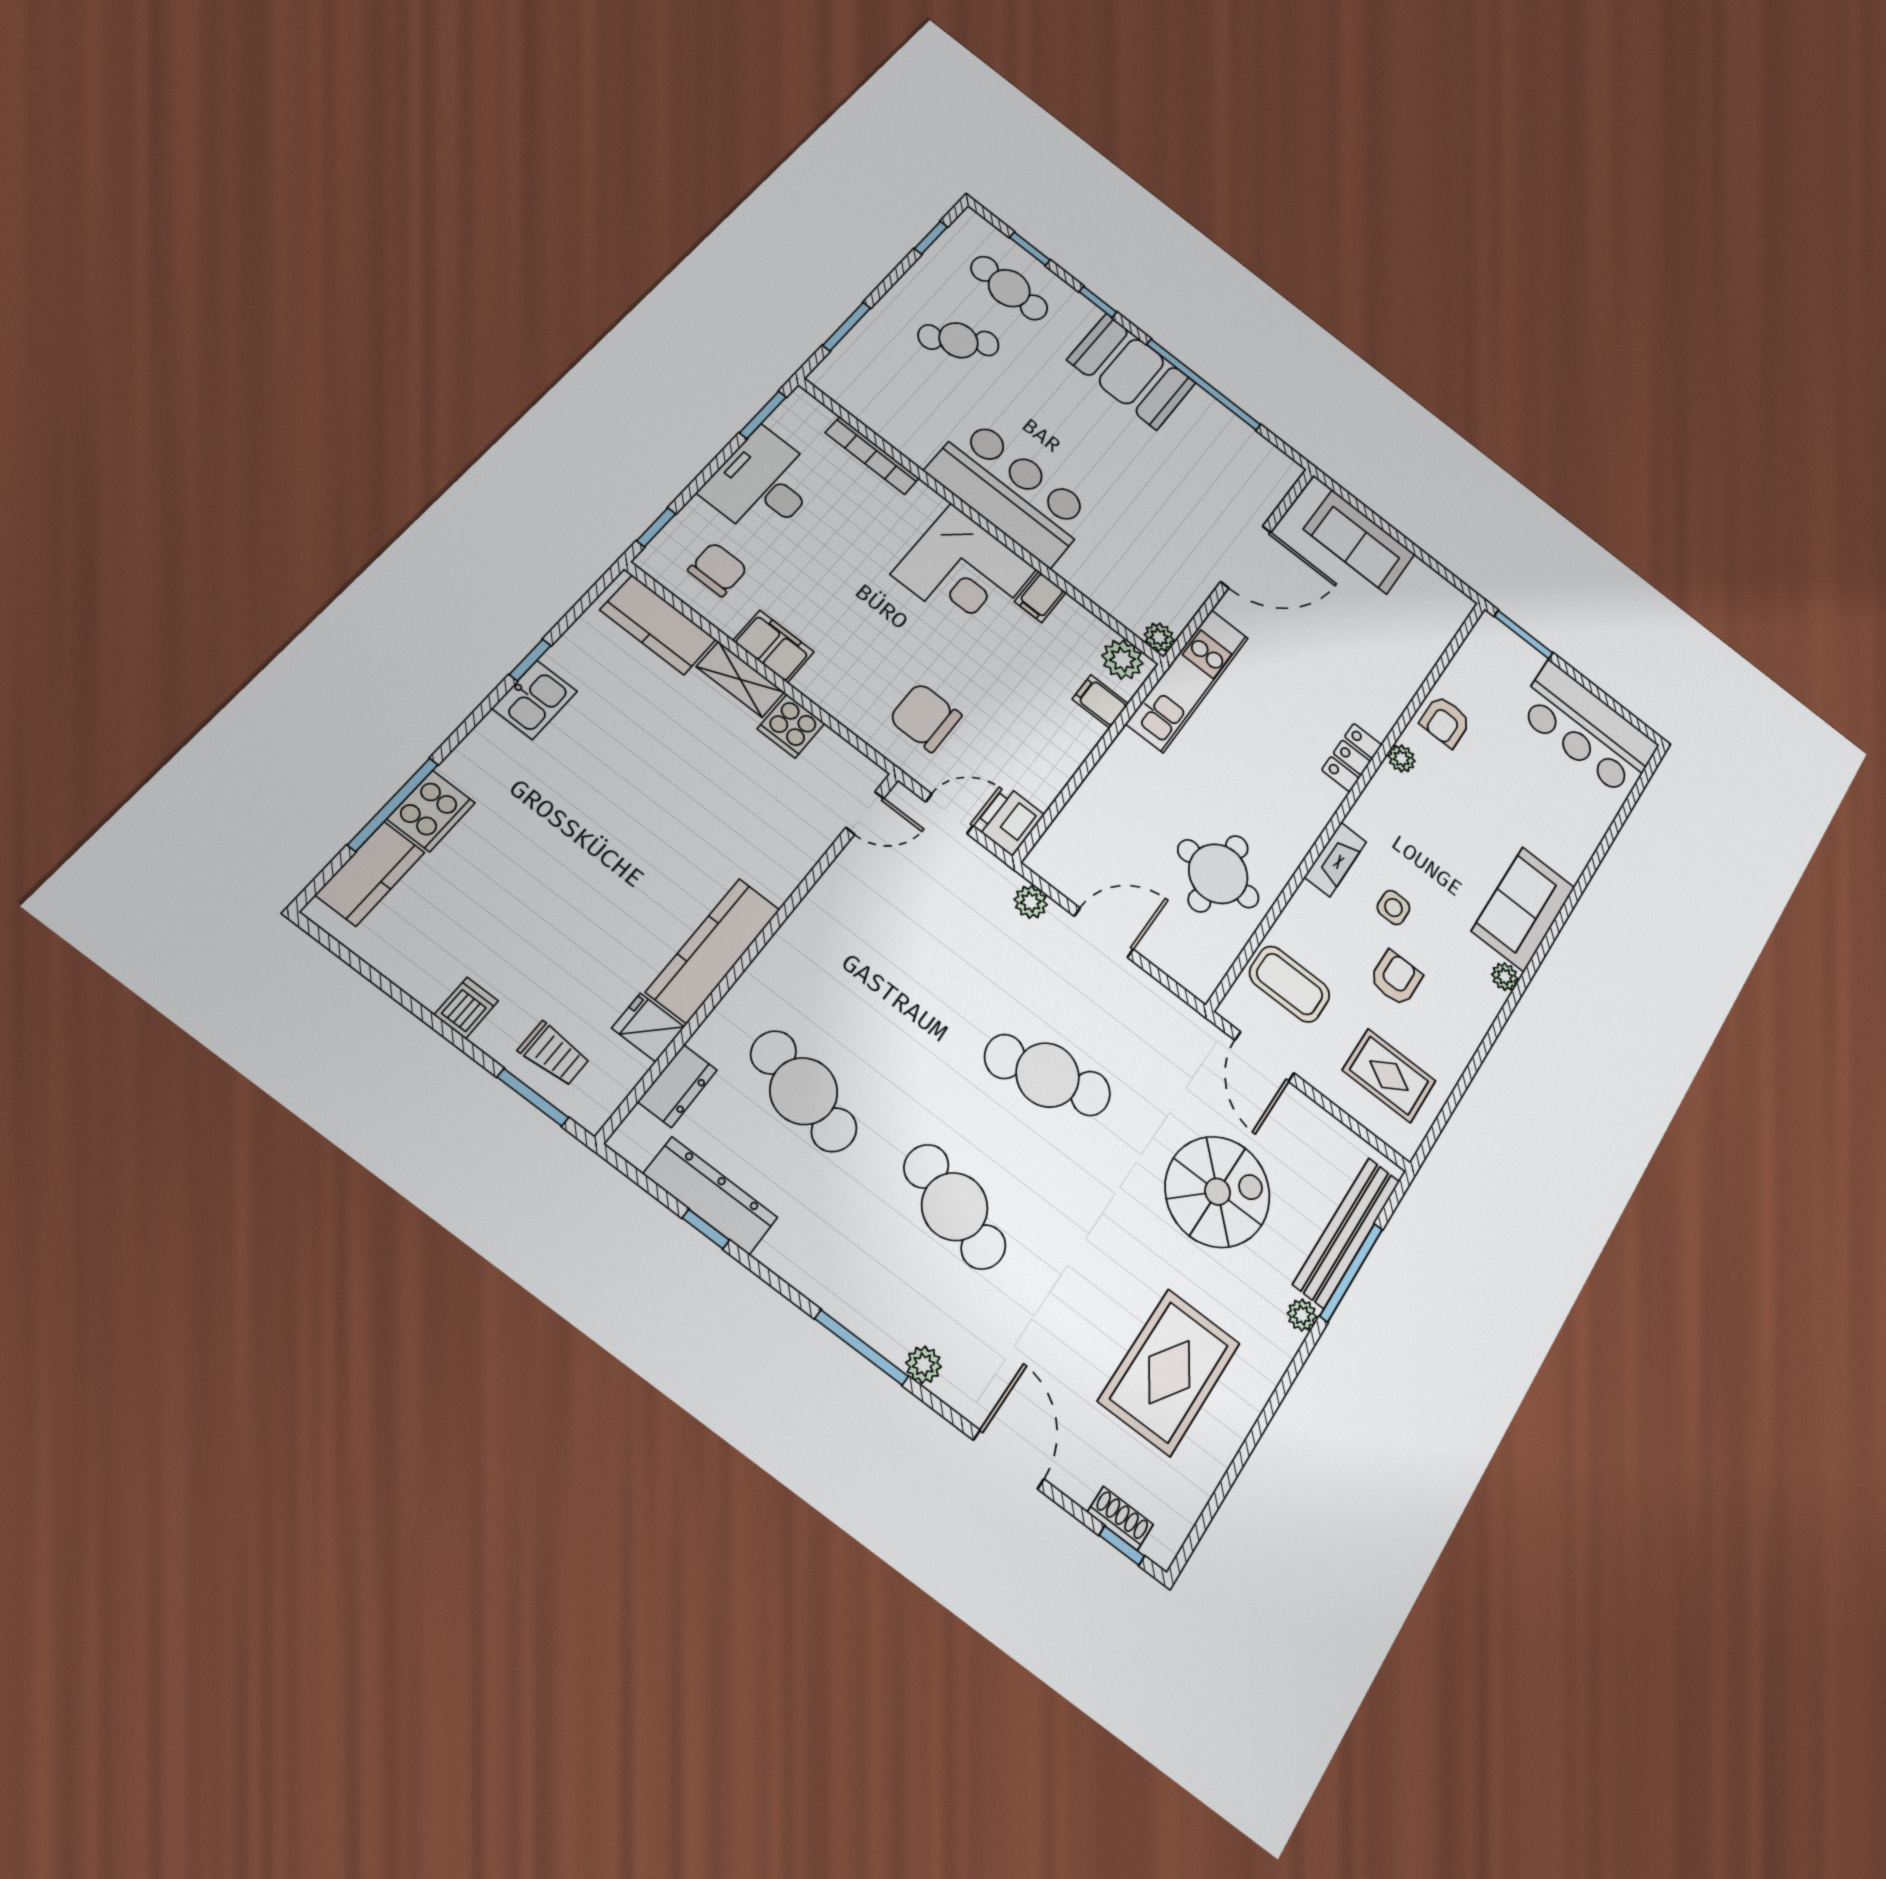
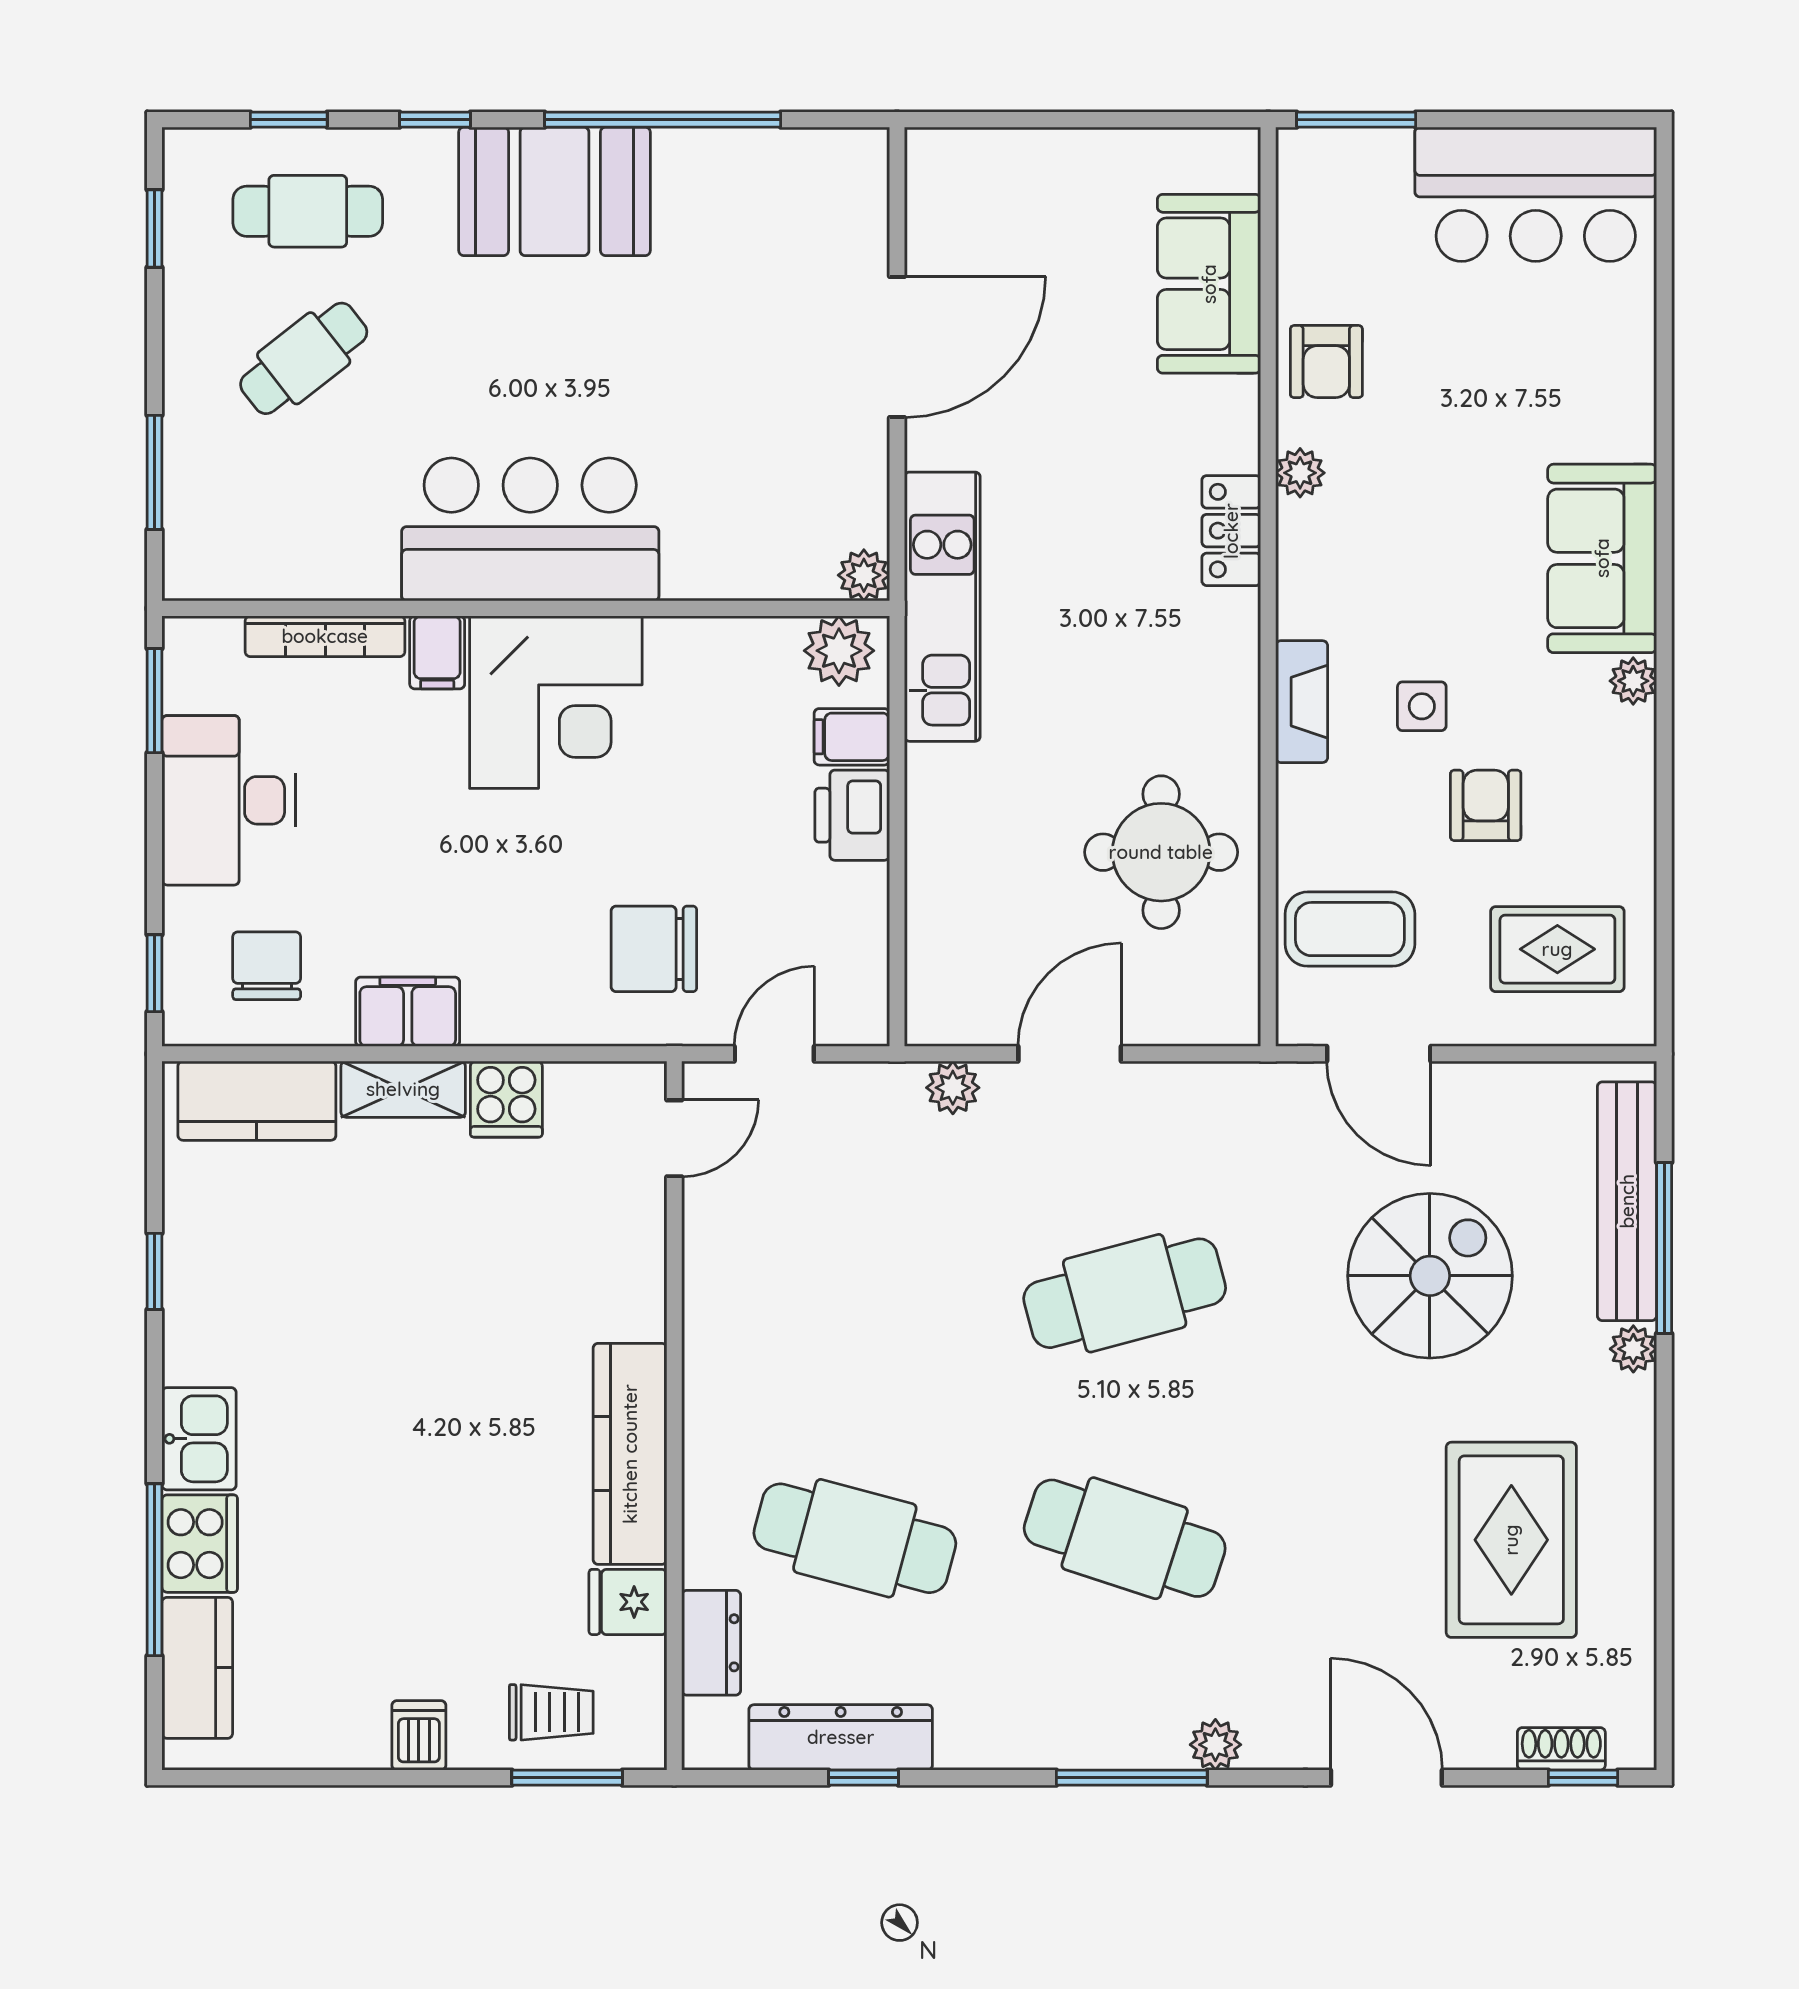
sofa: (1359, 542) -> (1209, 284), moved, turned 90
filing cabinet: (1040, 597) -> (437, 652), moved
kitchen sink: (535, 700) -> (199, 1439), moved
printer: (1009, 821) -> (852, 815), moved

